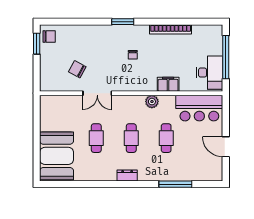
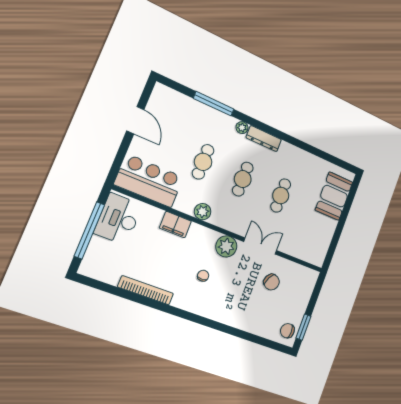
window: (123, 22) -> (199, 320), removed
plant: (124, 83) -> (226, 246), added
booth: (57, 156) -> (334, 196), width x0.73, depth x0.70
dresser: (127, 176) -> (264, 139), width x1.44
plant: (147, 176) -> (242, 128), added

